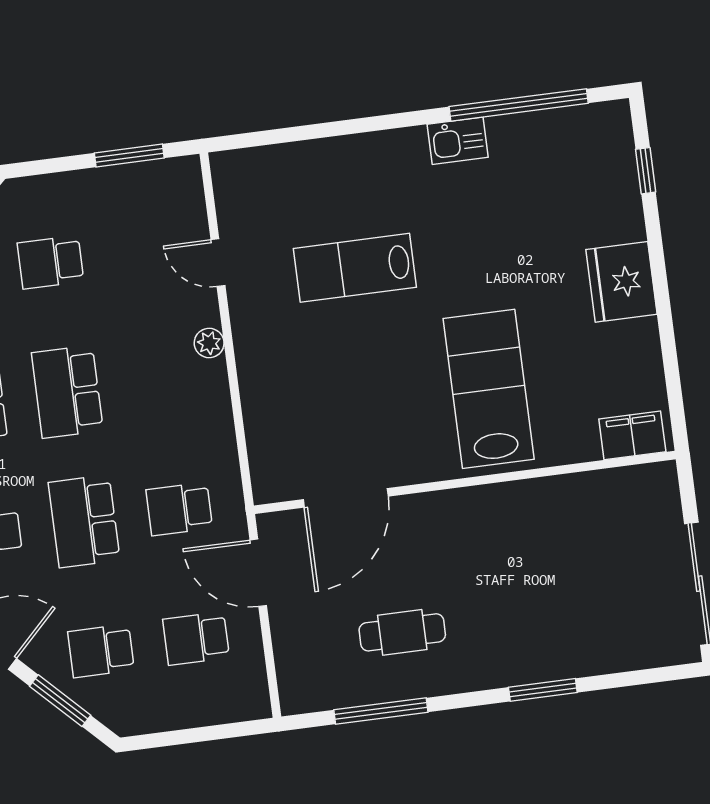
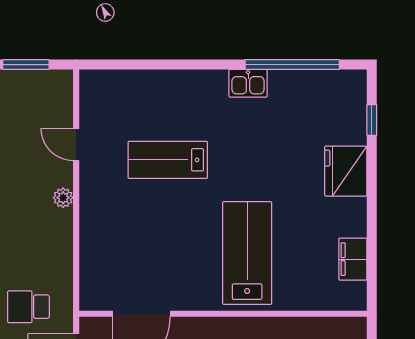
fridge: (621, 282) -> (346, 171), moved
filing cabinet: (632, 435) -> (353, 259), moved, turned -90

